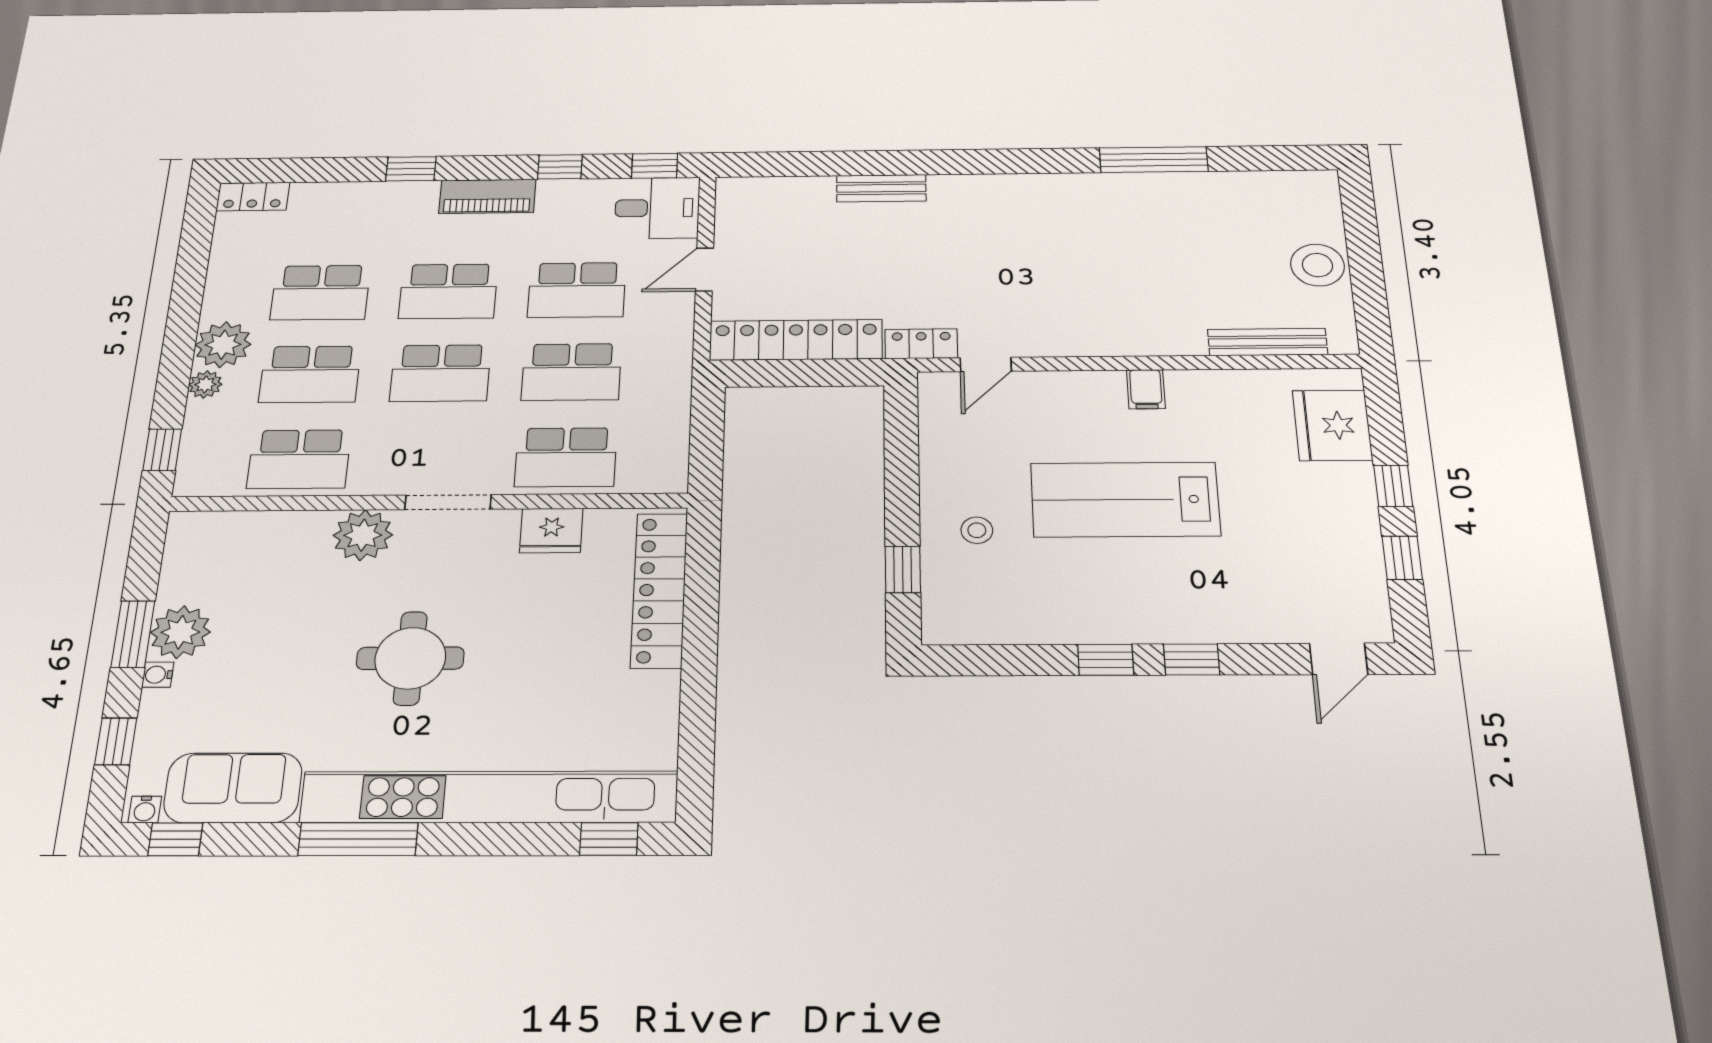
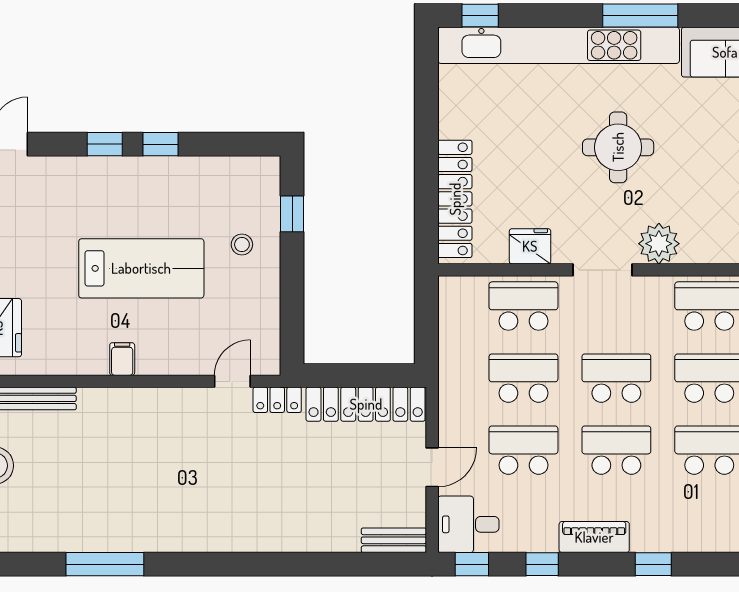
bench: (881, 188) -> (394, 540), moved

